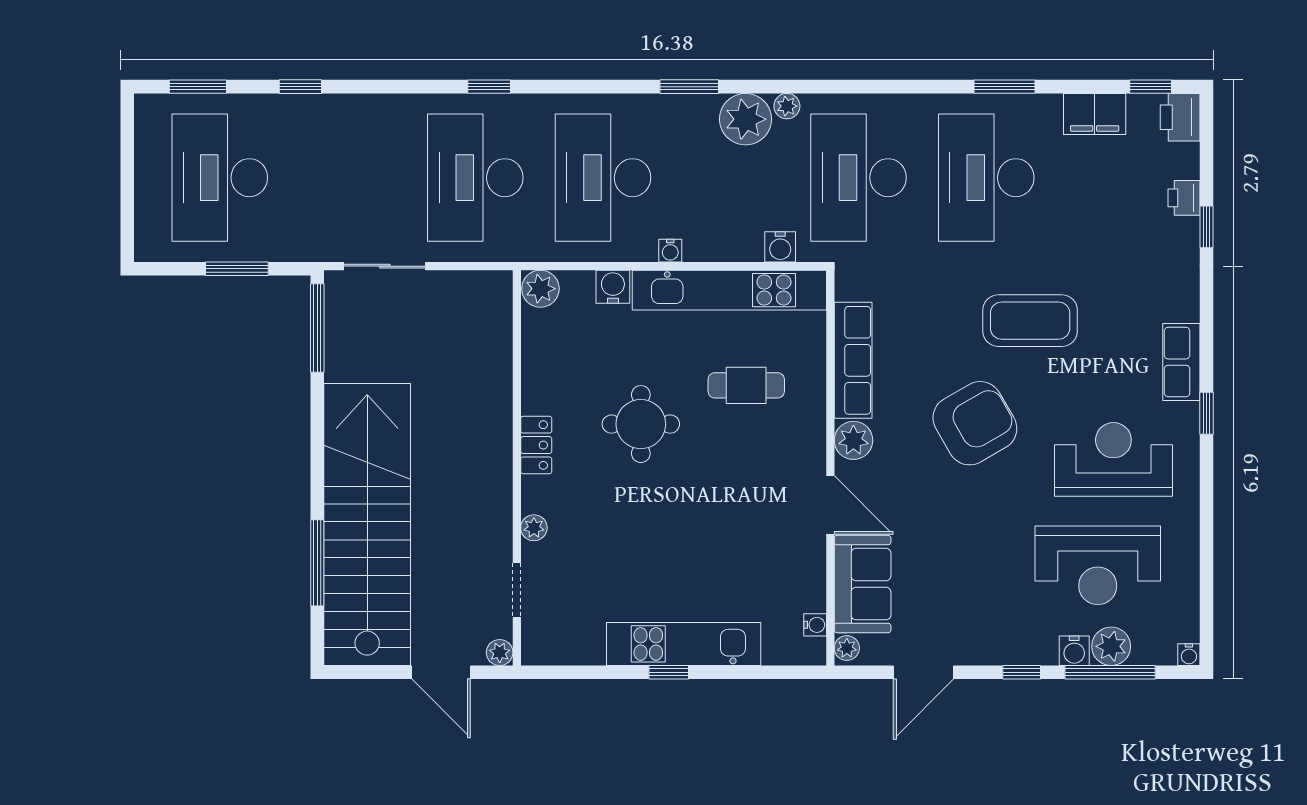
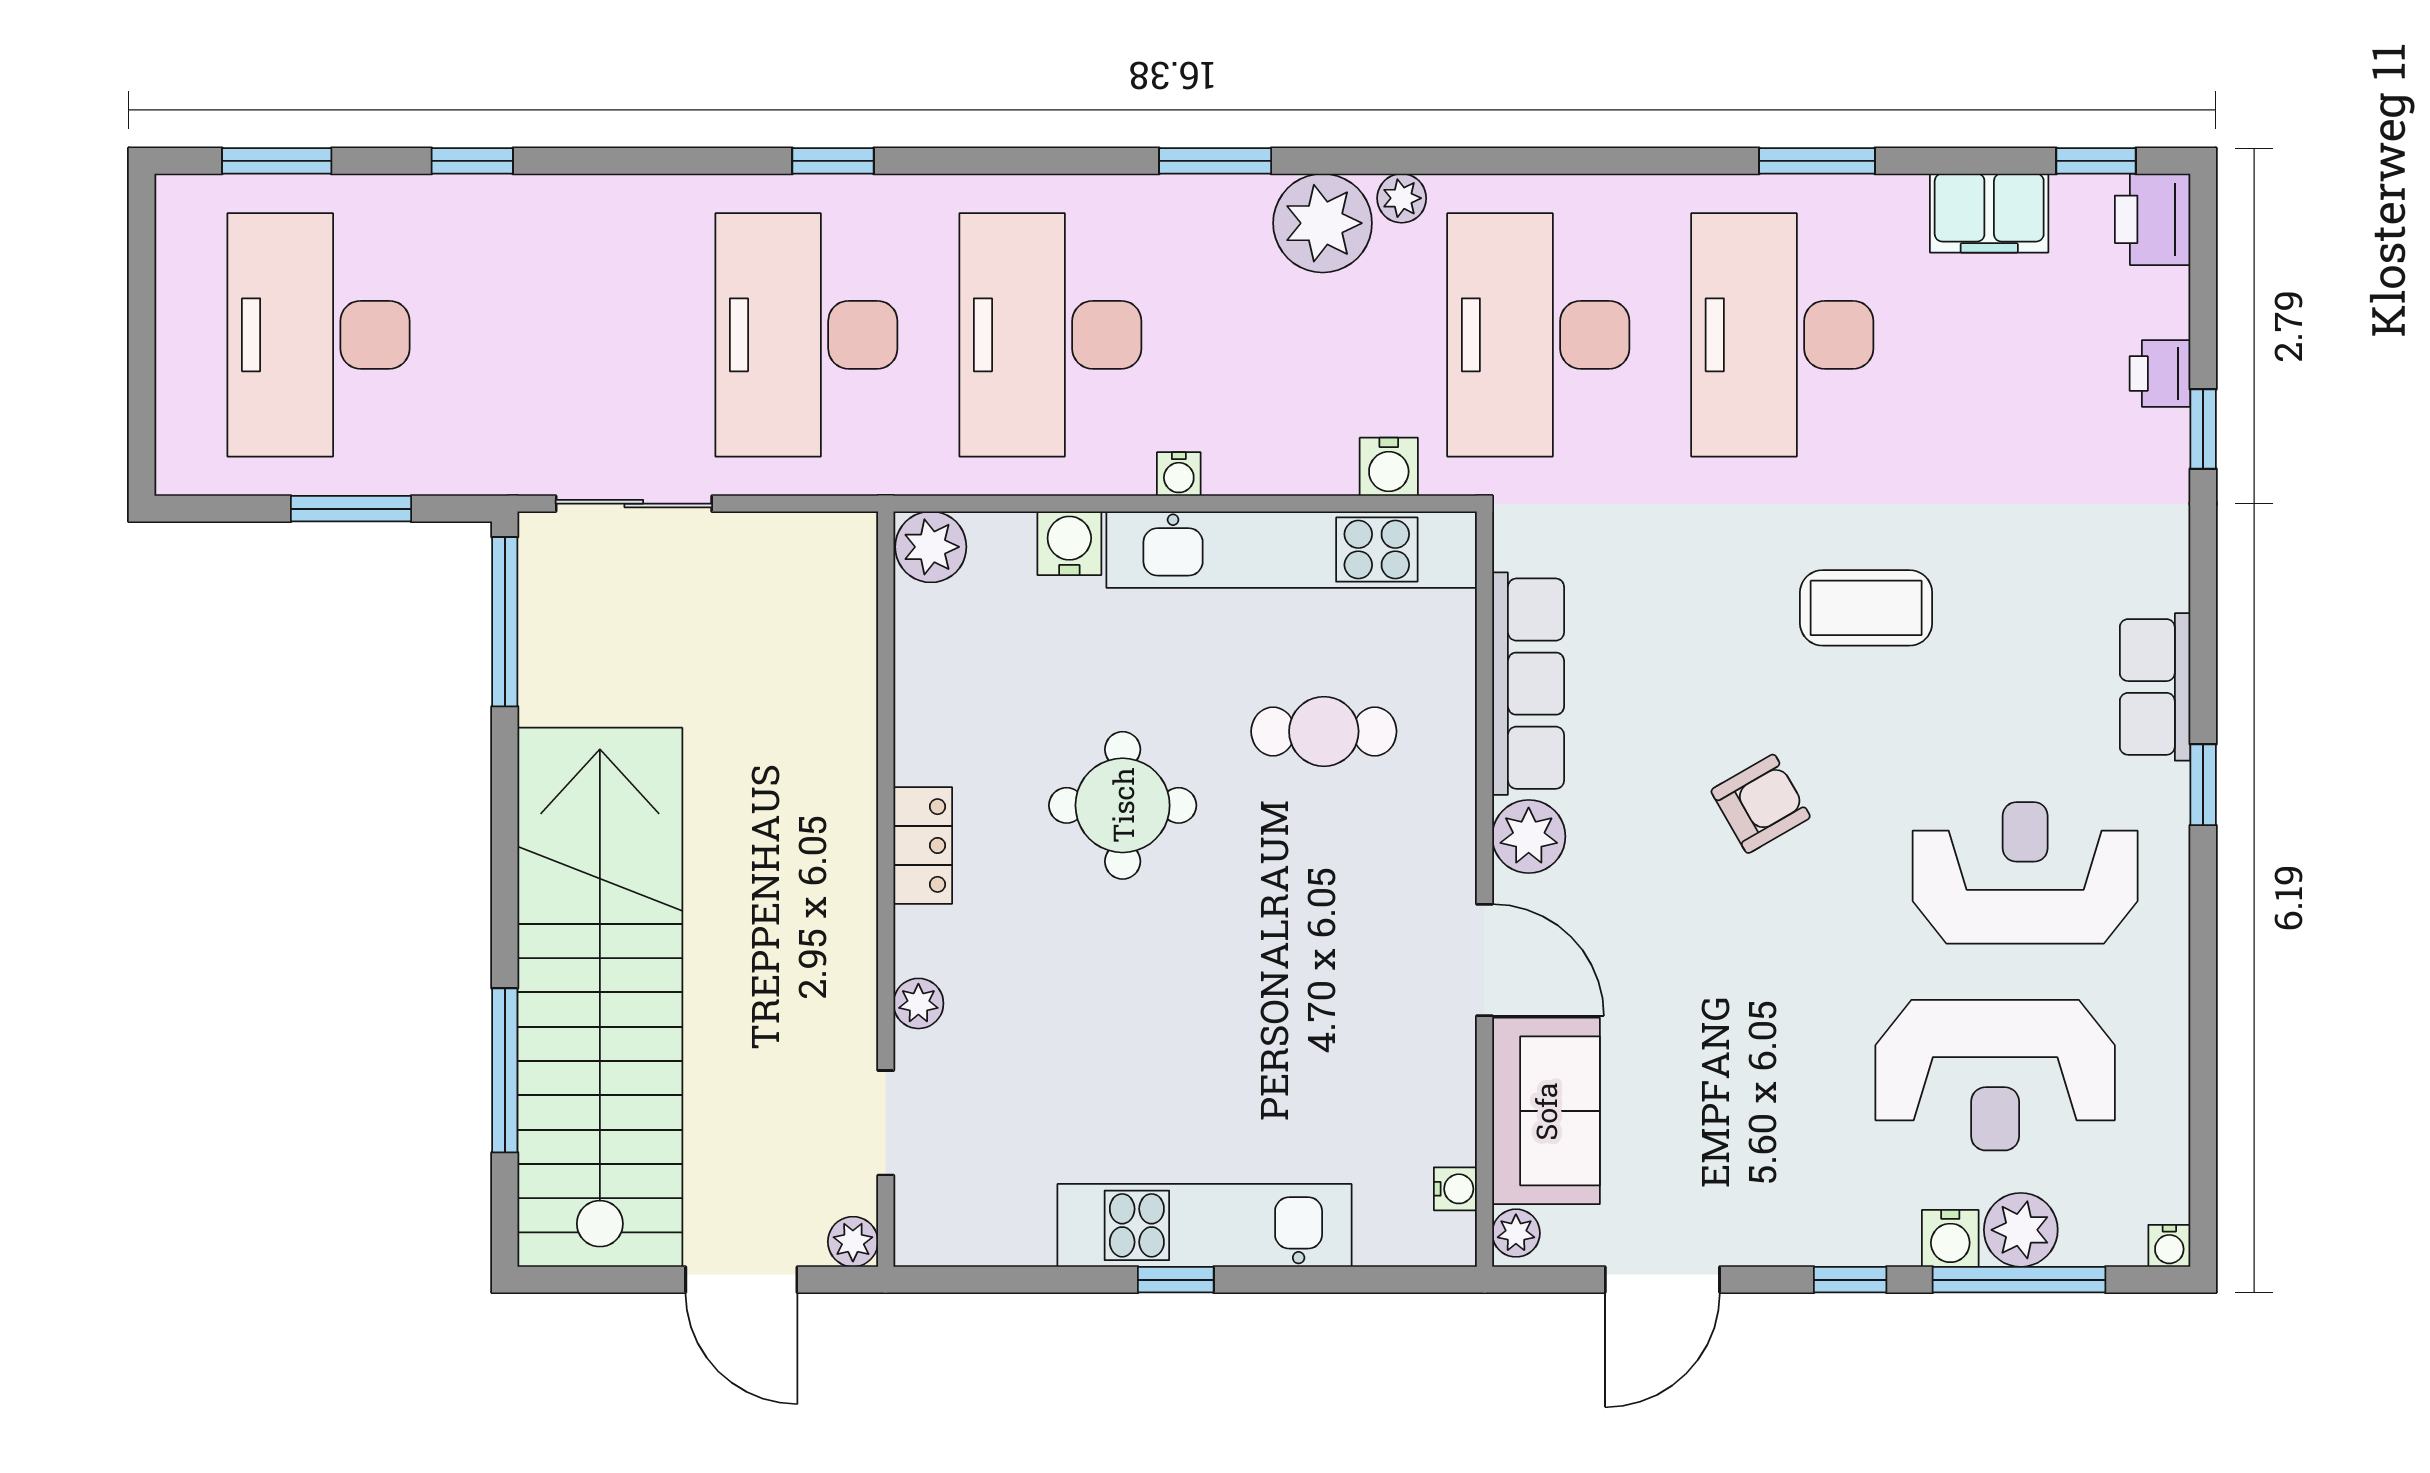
coffee table: (1030, 321) -> (1866, 608), width x0.73, depth x0.76
armchair: (975, 423) -> (1761, 804), width x0.53, depth x0.53

